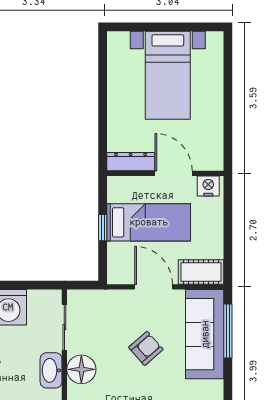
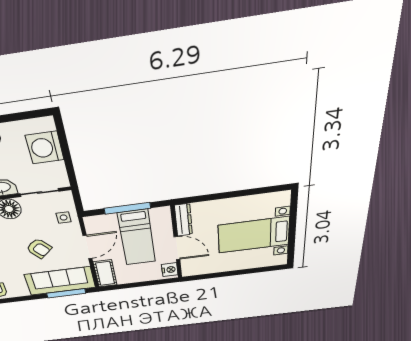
door: (174, 173) -> (177, 248), hinge flipped
window: (103, 228) -> (127, 208), width x2.17
side table: (104, 307) -> (64, 218), added

